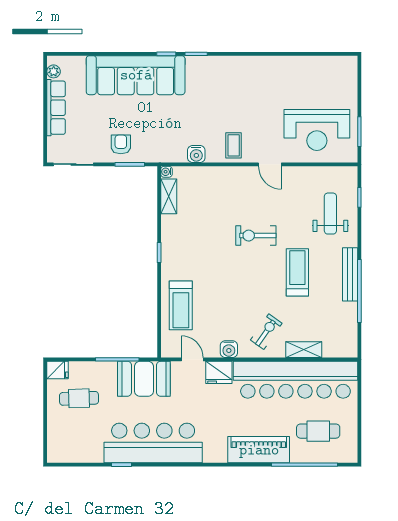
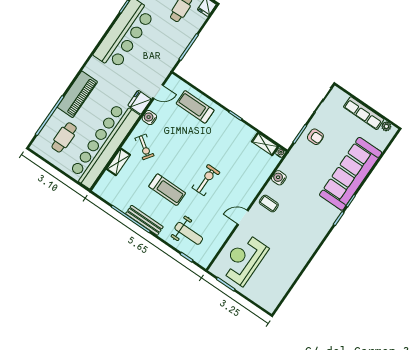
booth: (144, 379) -> (166, 55), removed

